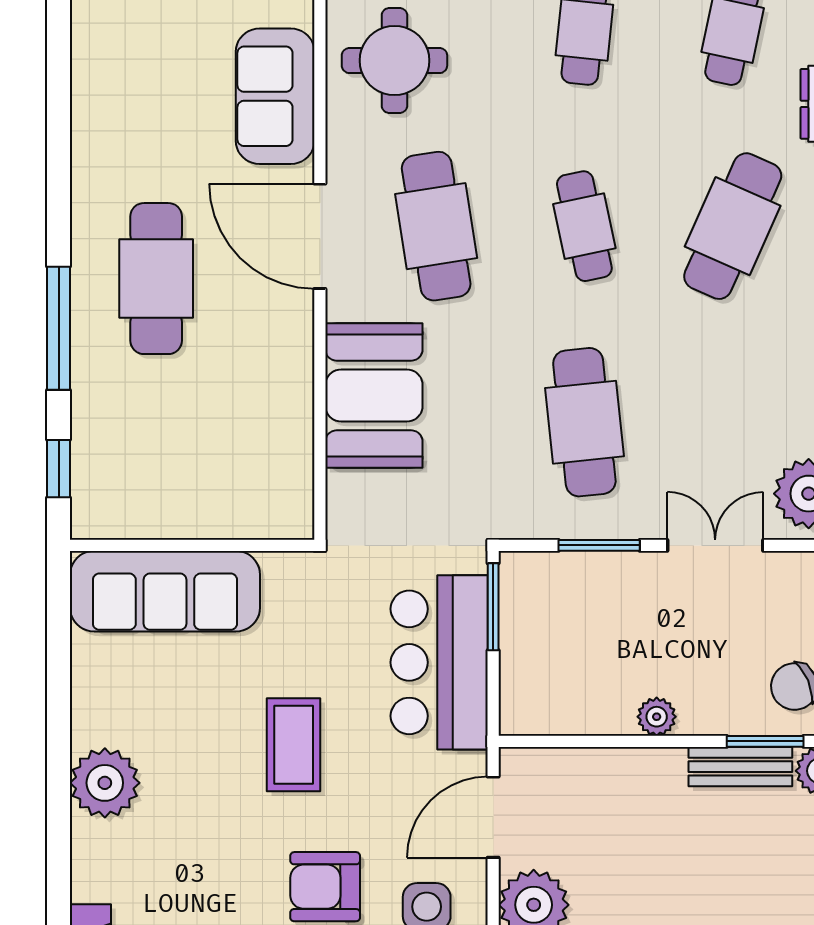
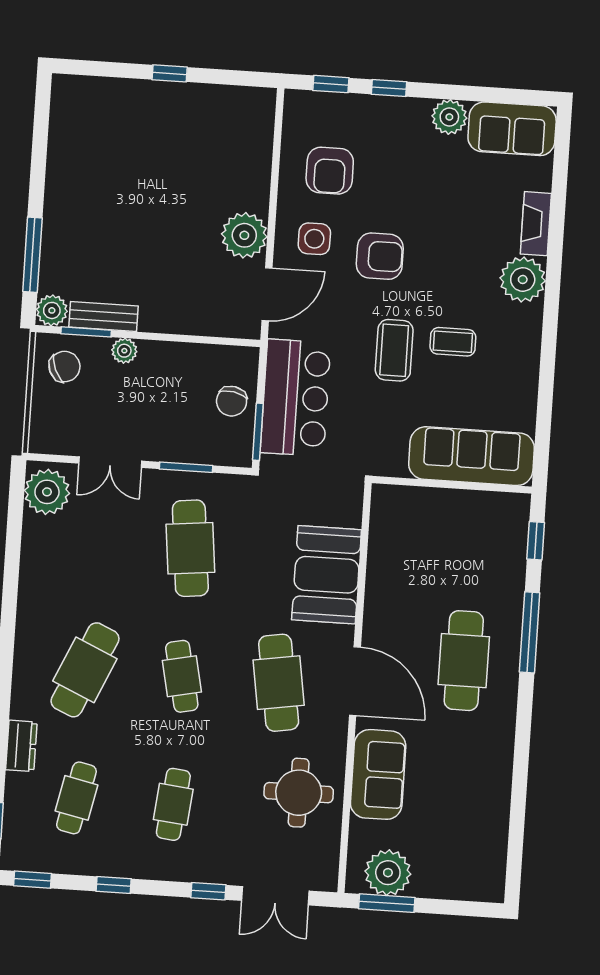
chair: (536, 651) -> (232, 401), added
plant: (657, 717) -> (124, 351), moved
coffee table: (205, 764) -> (453, 342), added
plant: (105, 783) -> (523, 279), moved

